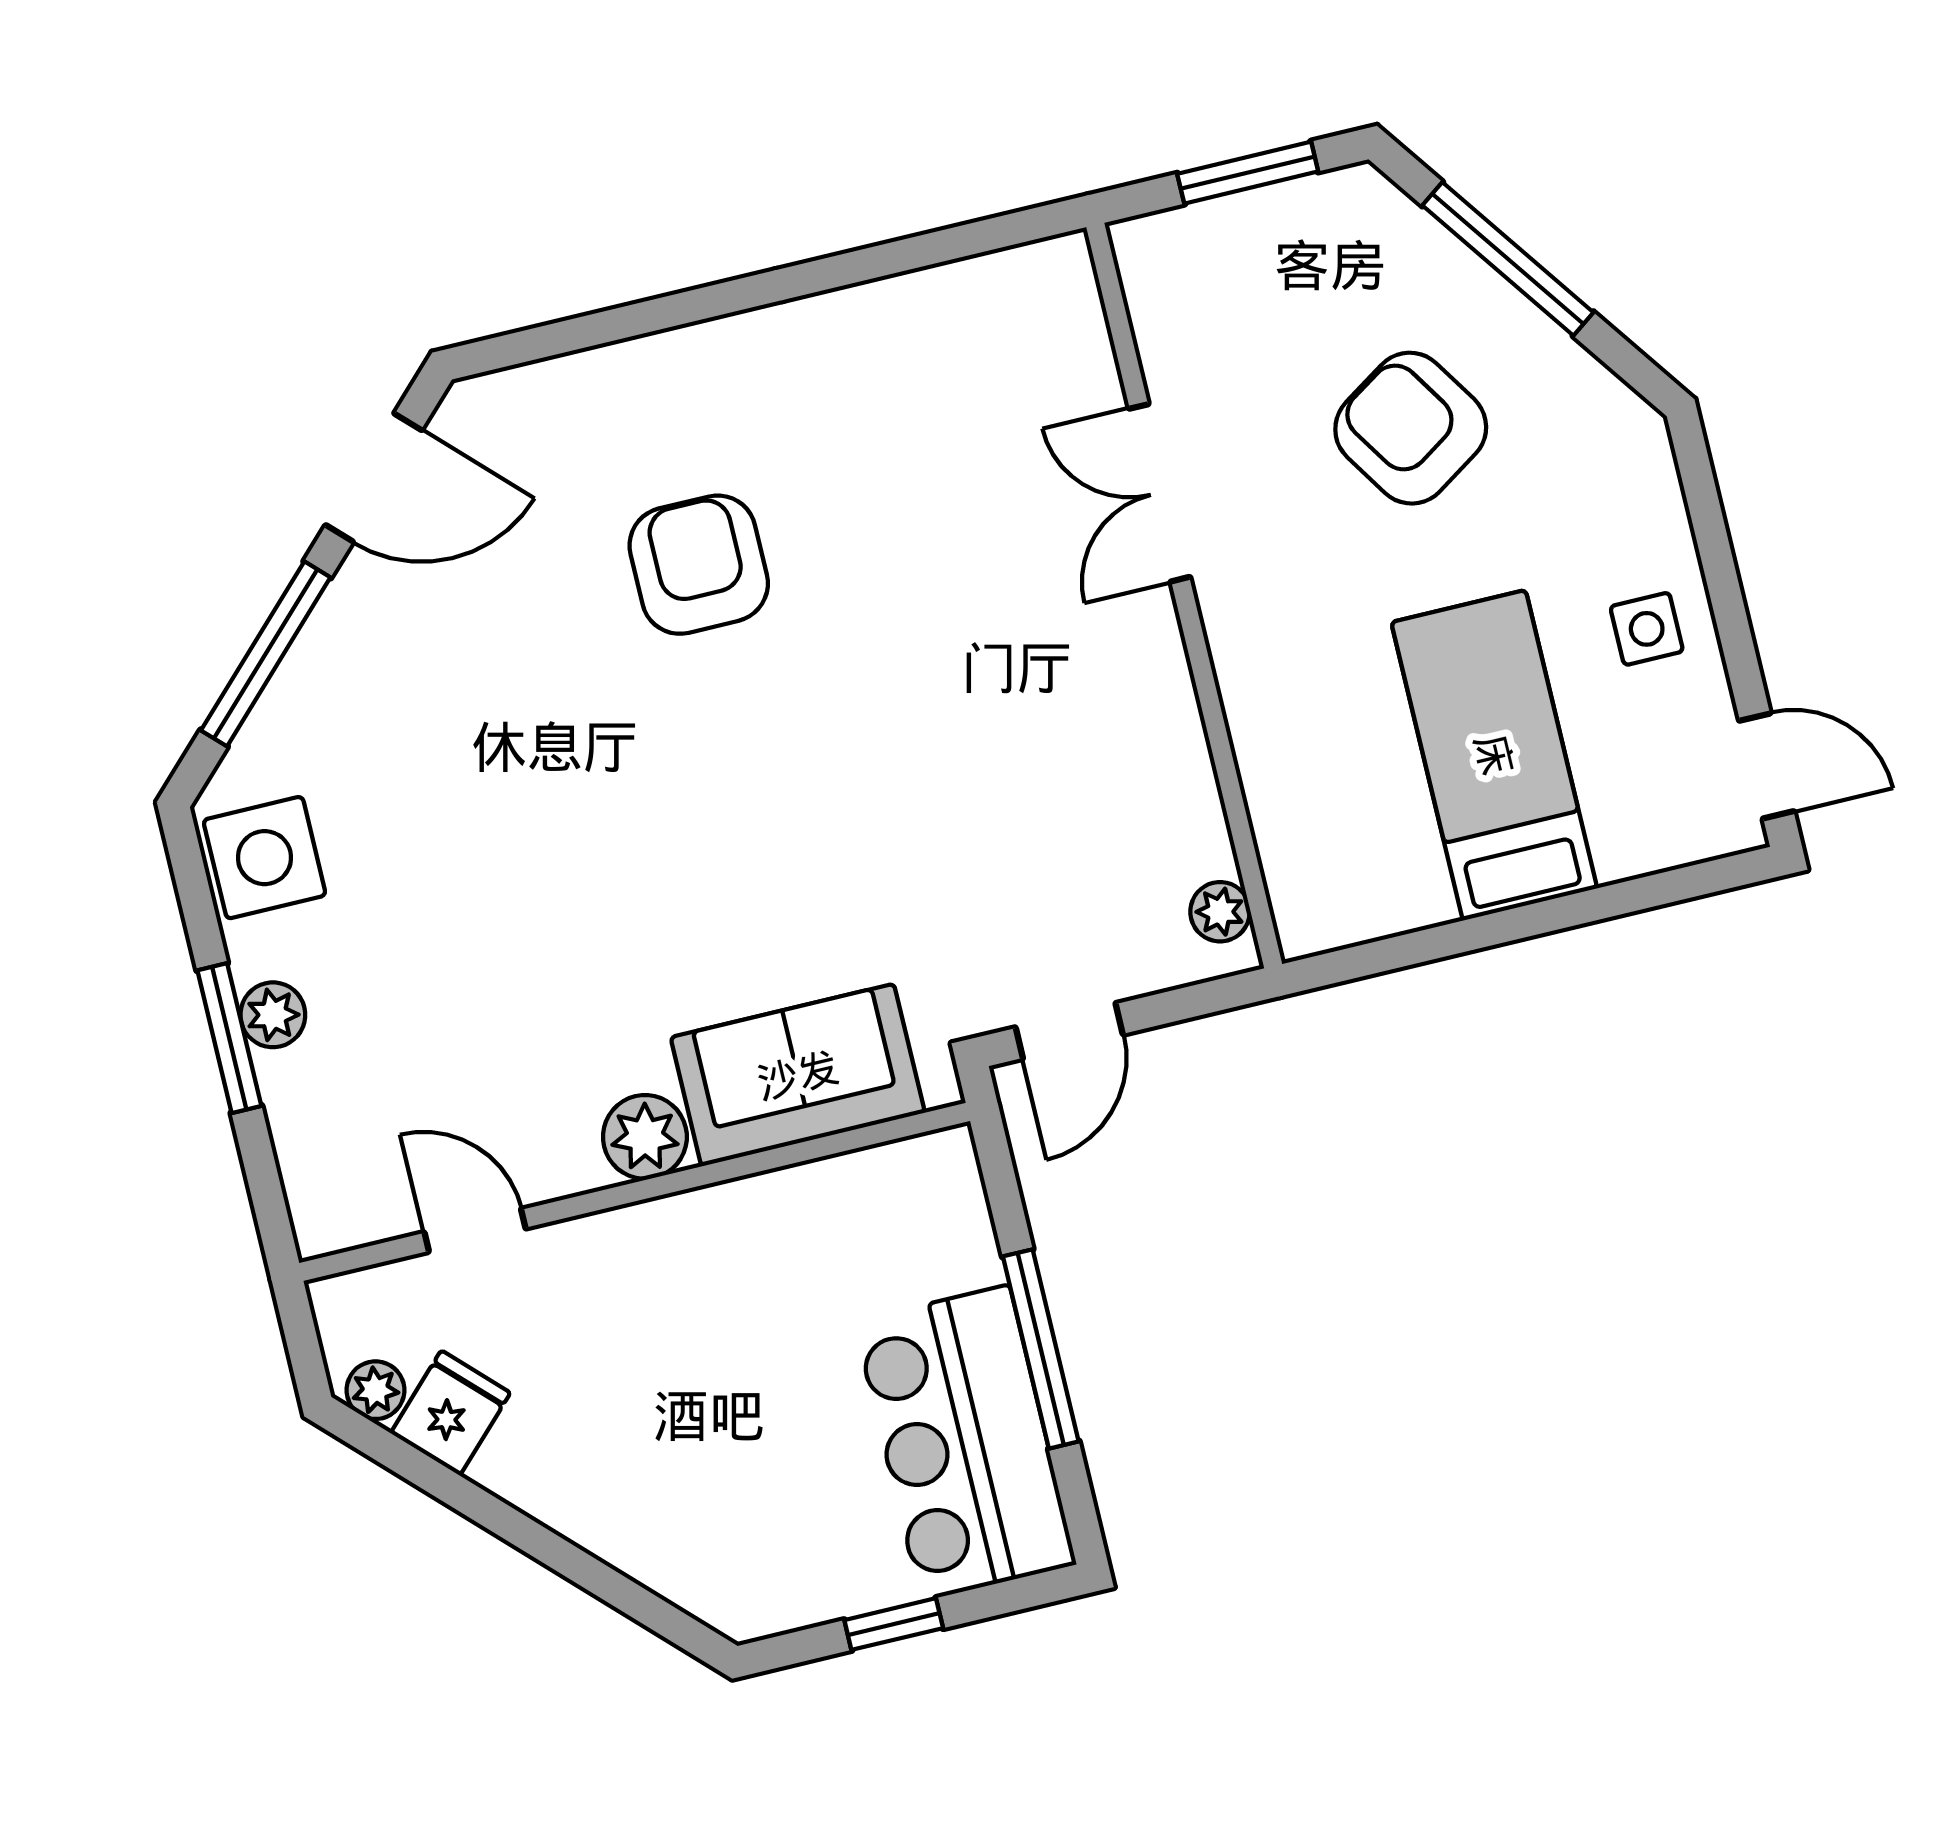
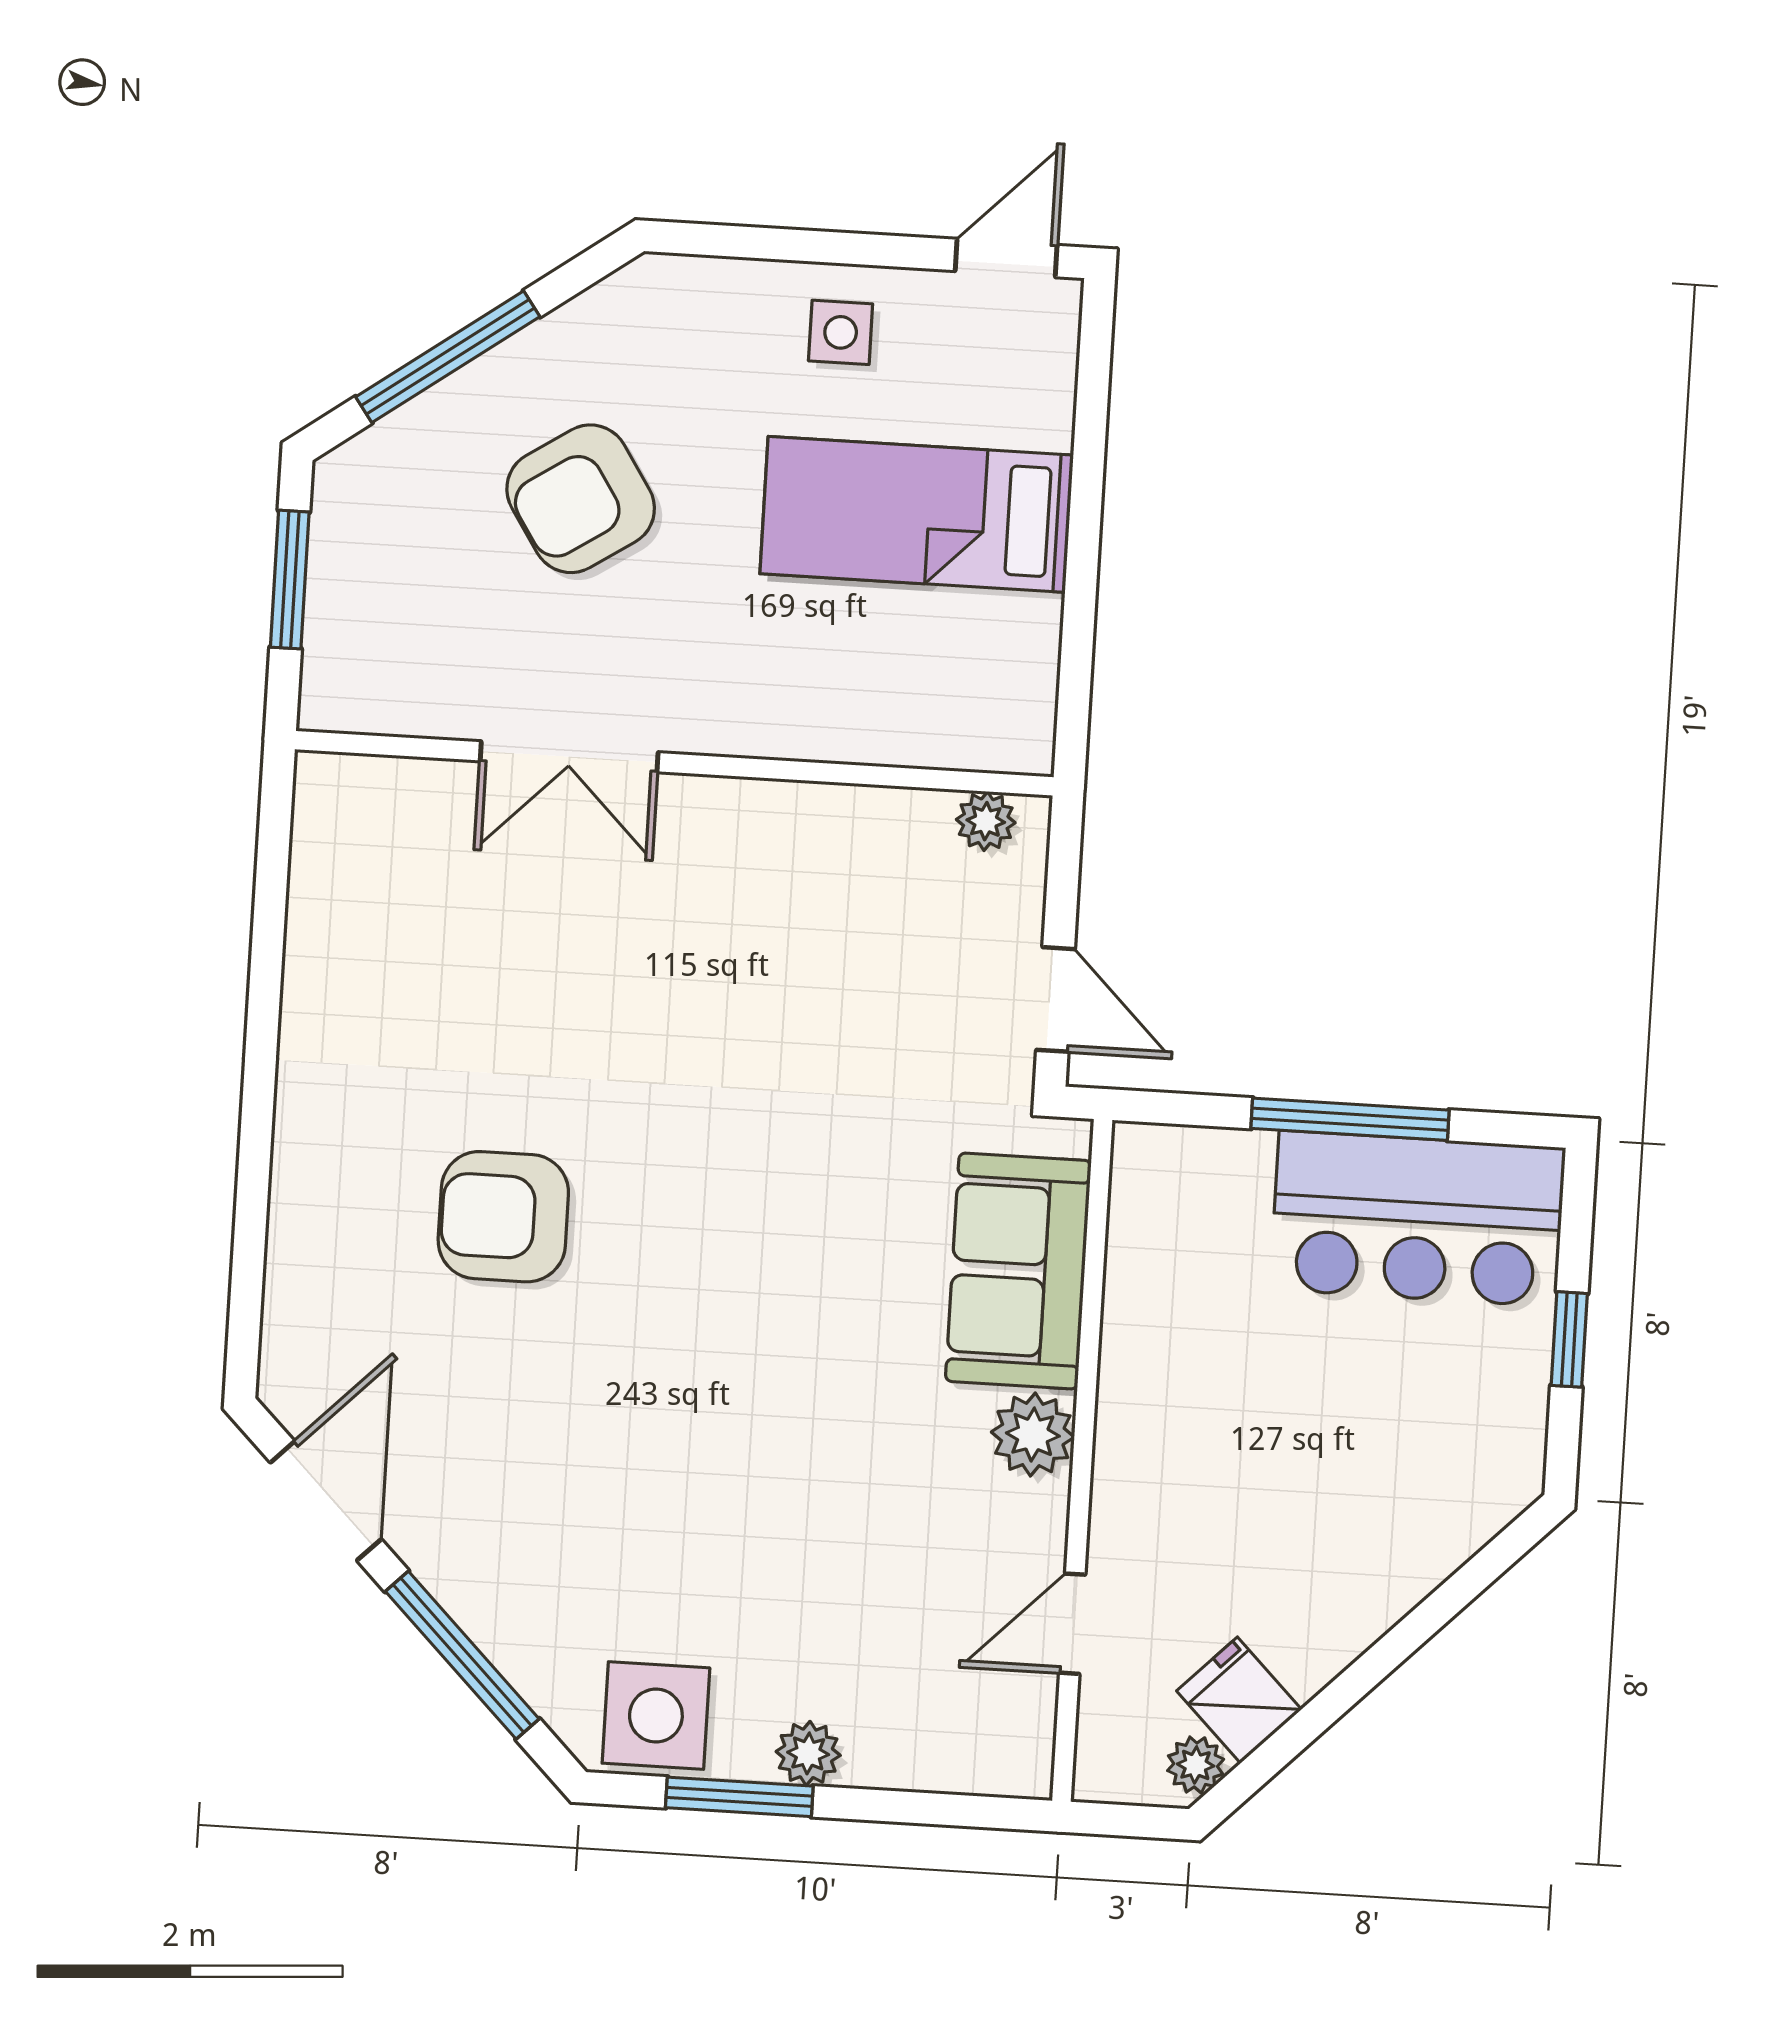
window: (229, 1038) -> (739, 1797), moved

